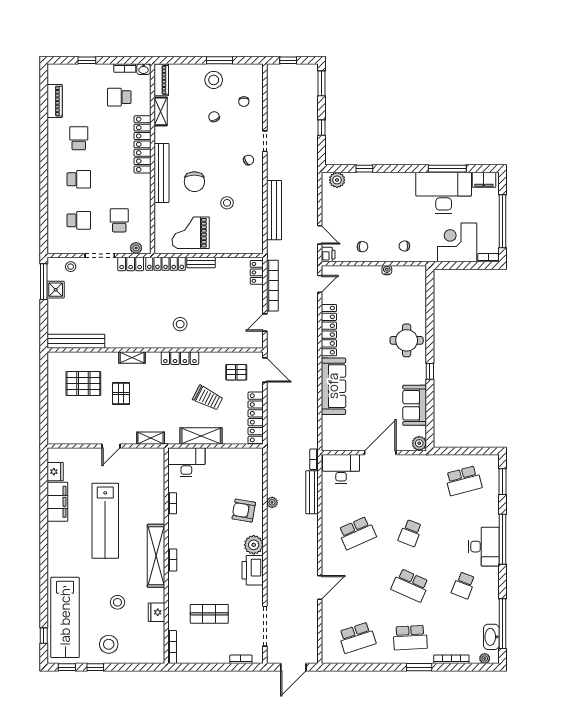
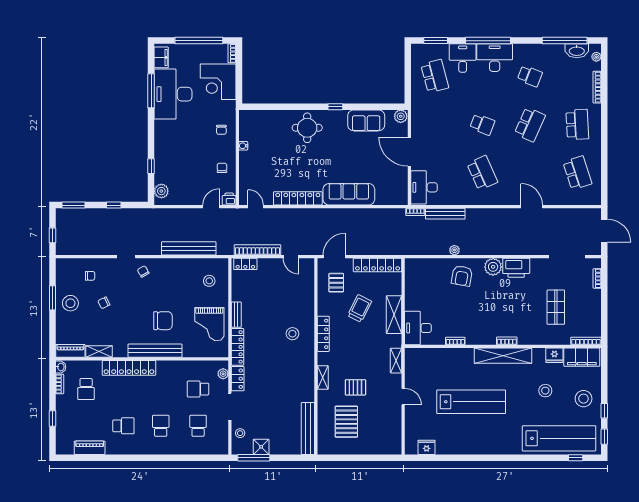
school desk: (79, 138) -> (123, 426), turned 180
stool: (227, 203) -> (209, 281), moved
filing cabinet: (57, 502) -> (582, 357), moved, turned 180
desk: (483, 511) -> (463, 58), added
window: (419, 667) -> (604, 116), removed

